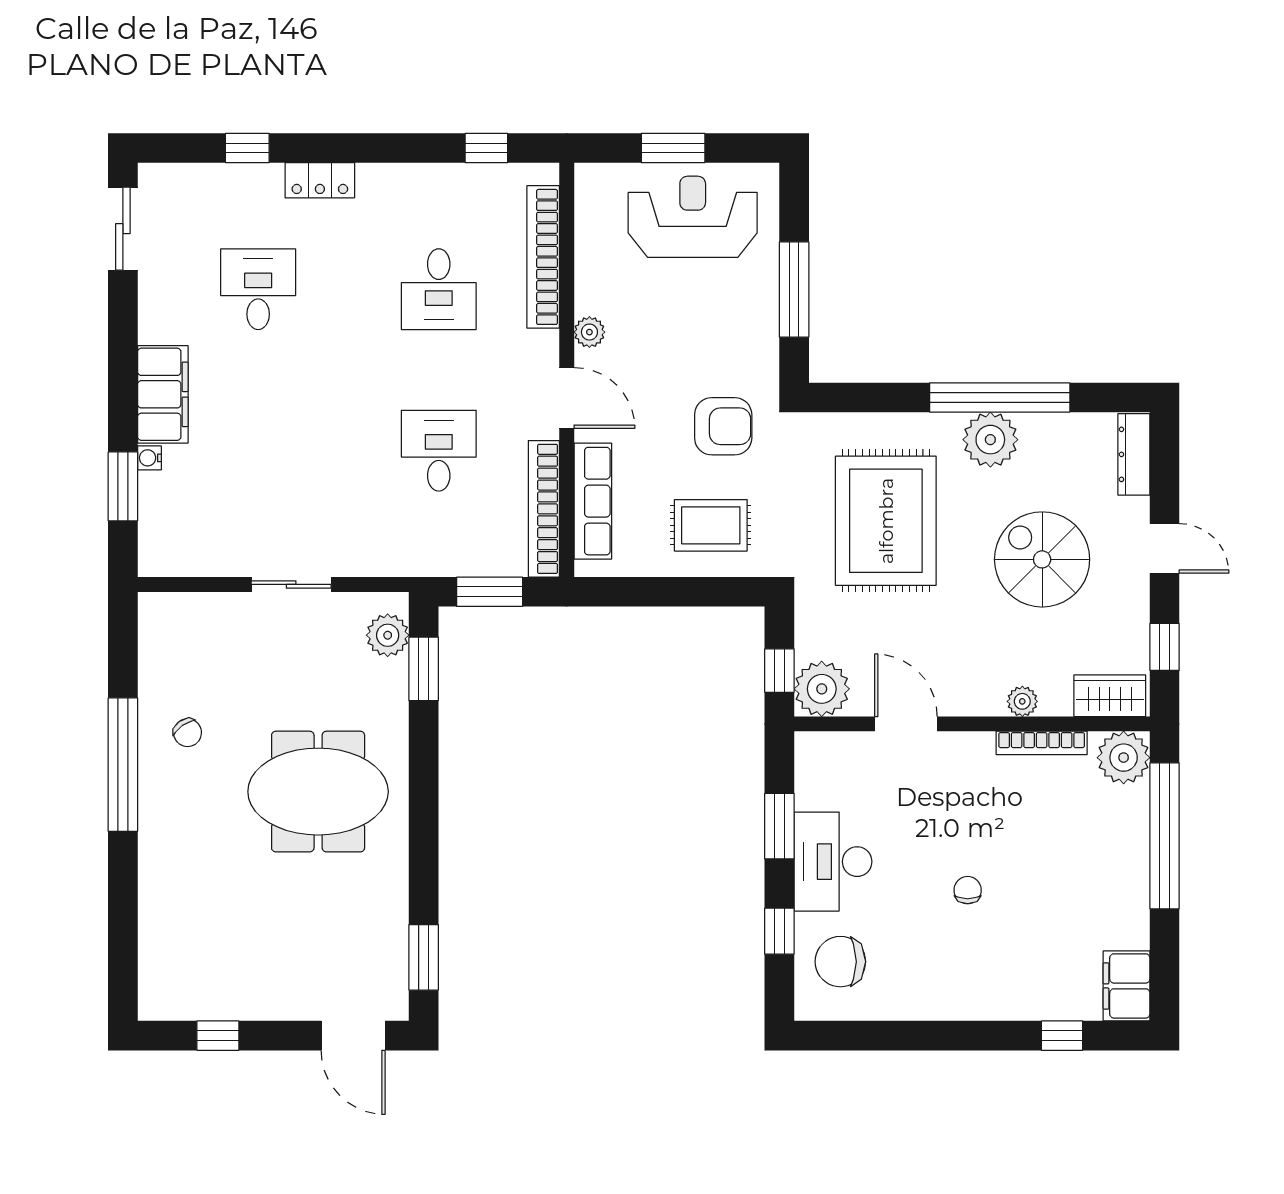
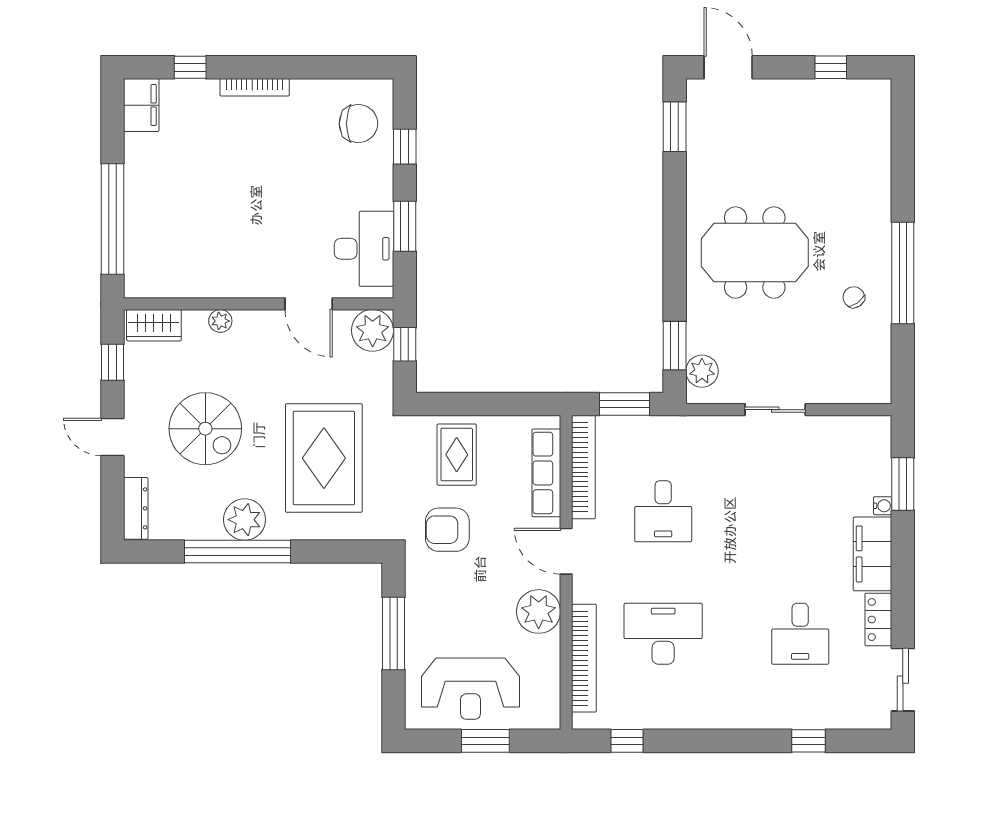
locker: (320, 180) -> (878, 620), moved, turned -90
desk: (439, 289) -> (663, 634), width x1.37
plant: (589, 332) -> (539, 611), width x1.88, depth x1.88
rug: (711, 525) -> (457, 455), turned 90
bookcase: (1042, 743) -> (255, 87), moved, turned 180
plant: (1124, 758) -> (144, 278), removed
desk: (833, 862) -> (364, 249), moved
chair: (968, 890) -> (262, 178), removed

